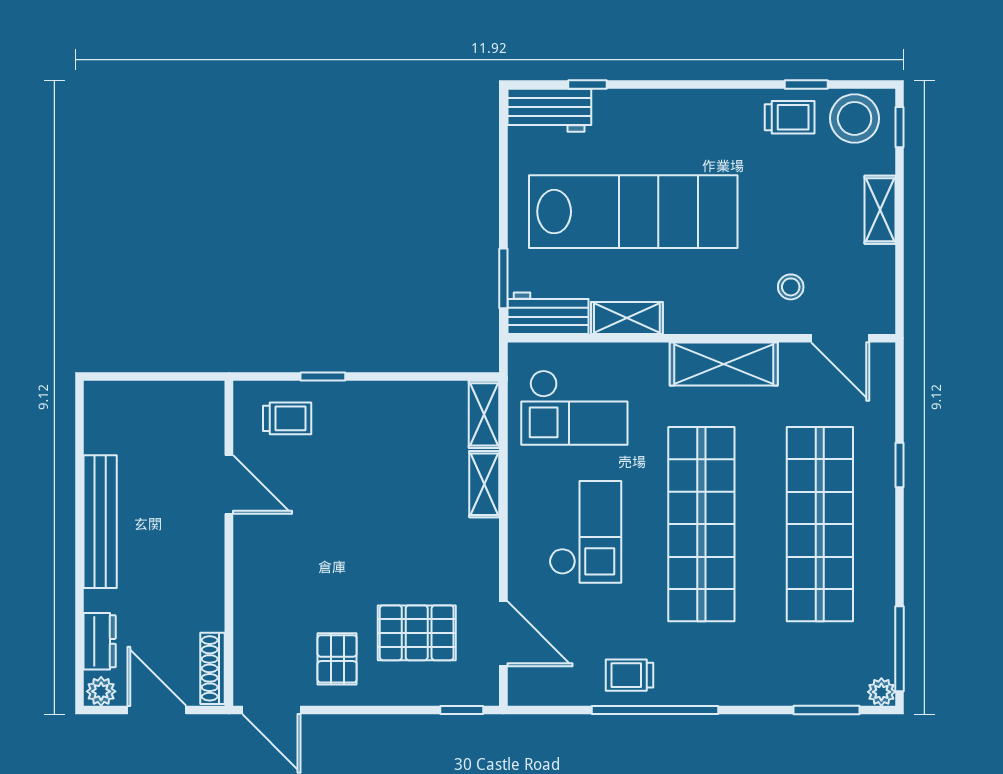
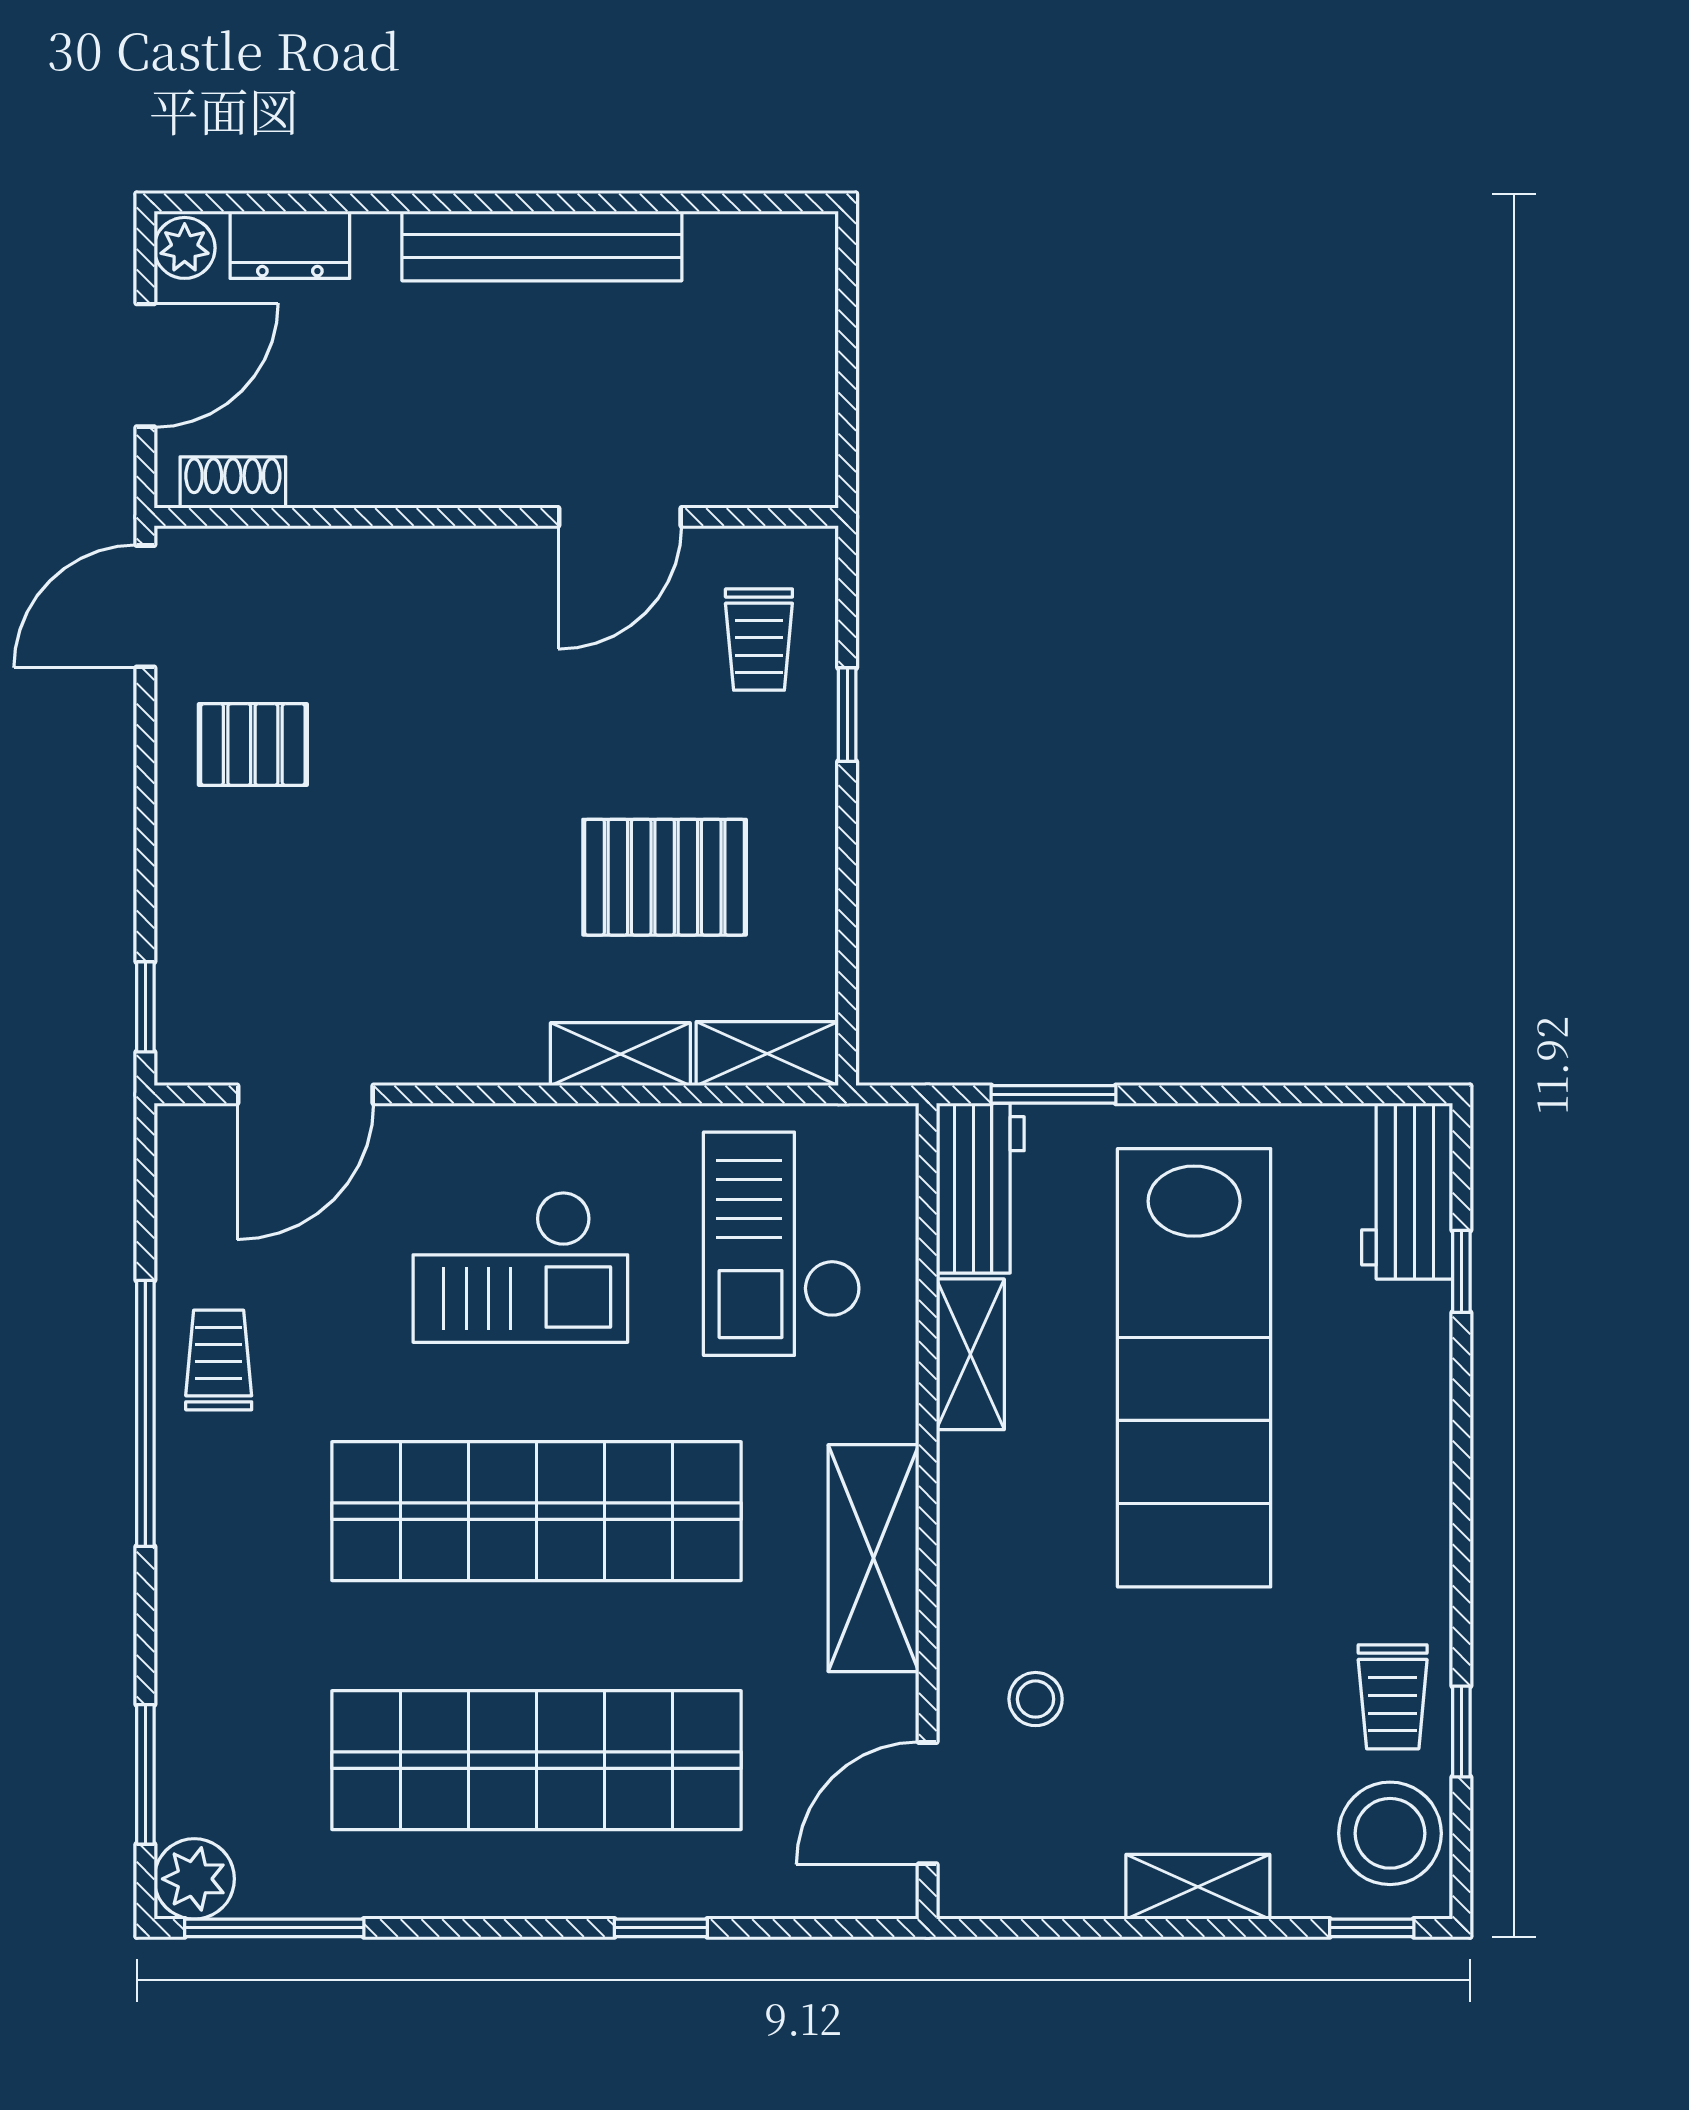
pallet: (417, 633) -> (665, 877), moved, turned 90
shoe rack: (213, 668) -> (233, 482), width x0.70
plant: (881, 692) -> (194, 1879), width x1.38, depth x1.38

